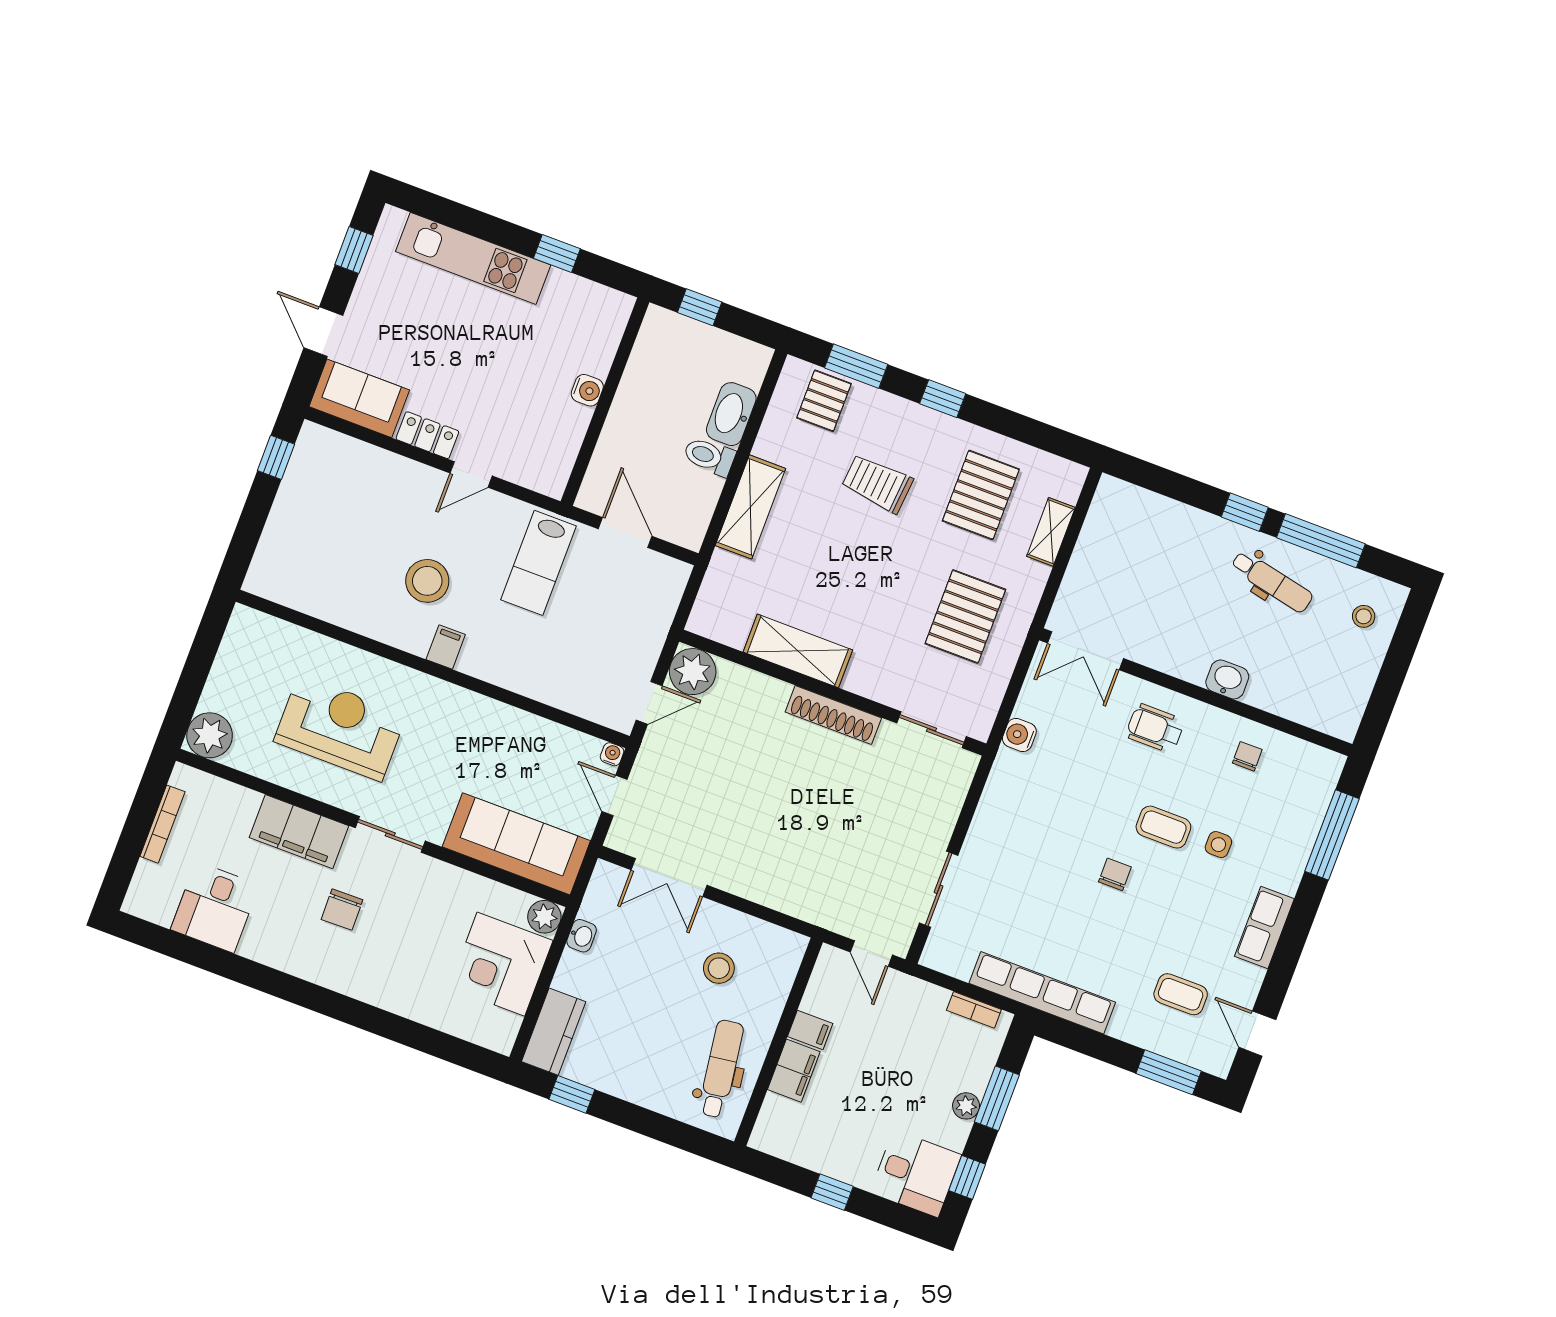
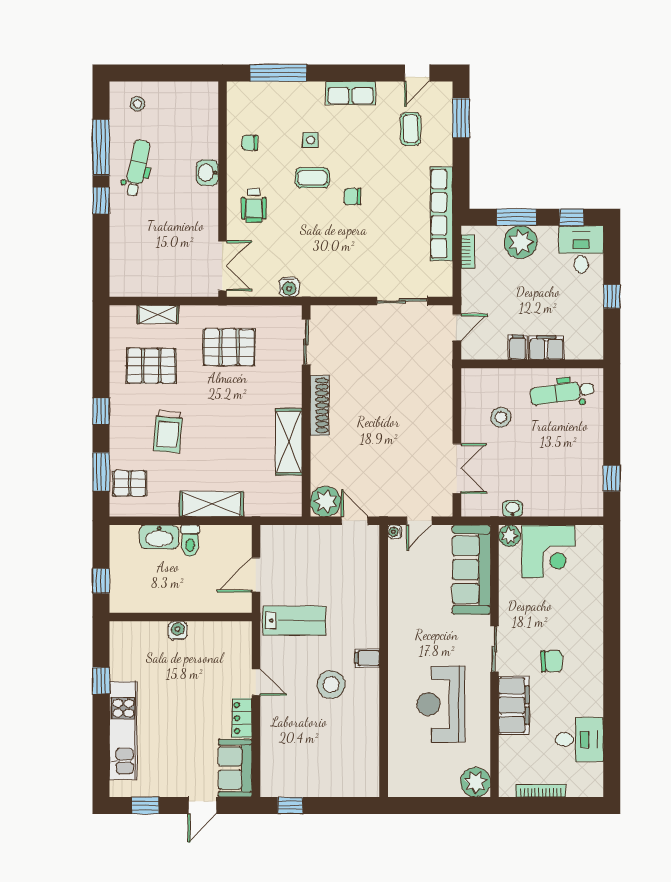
coffee table: (1163, 827) -> (312, 178), turned 90
kitchen counter: (554, 1032) -> (578, 504), removed
plant: (966, 1106) -> (521, 242), width x1.87, depth x1.87

